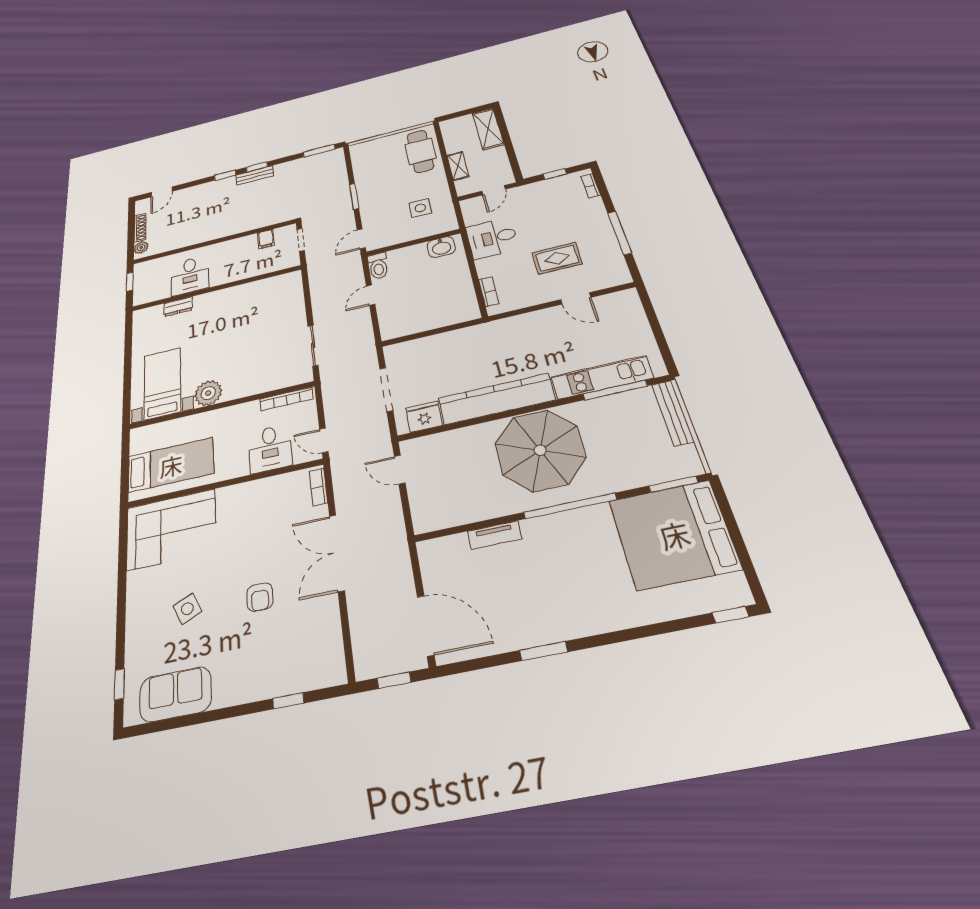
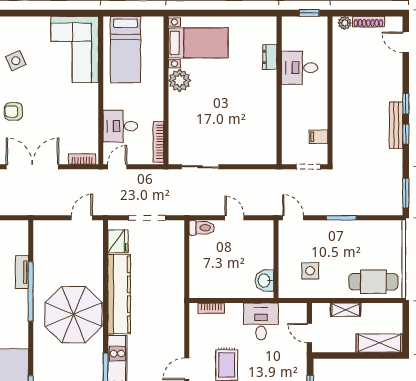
bench: (255, 175) -> (396, 125), width x1.36
toilet: (378, 266) -> (202, 228), moved, turned 180
window: (570, 506) -> (31, 291), moved

